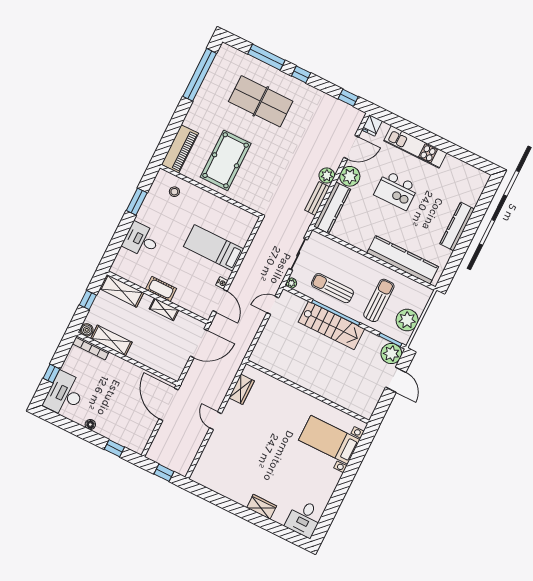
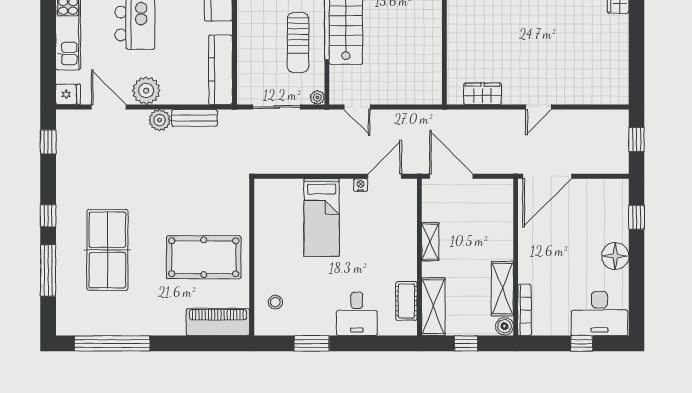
kitchen counter: (332, 208) -> (221, 70), moved, turned -90
cot: (161, 289) -> (406, 301), moved
floor lamp: (90, 425) -> (615, 256), width x1.89, depth x1.89

